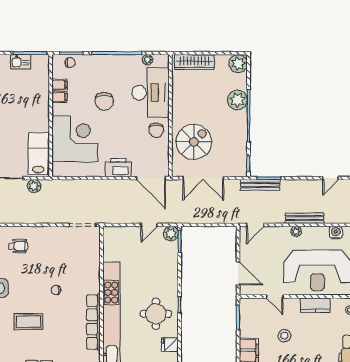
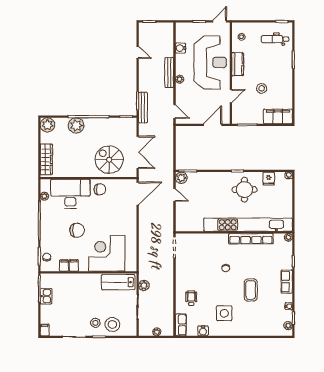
printer: (118, 168) -> (129, 219), removed

